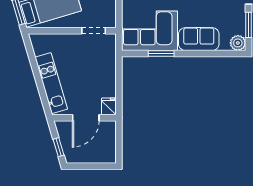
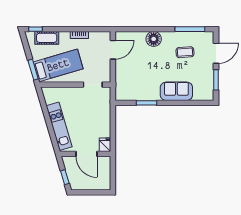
corner sofa: (150, 31) -> (137, 85), removed
plant: (238, 43) -> (207, 94), removed
door: (86, 118) -> (87, 154), hinge flipped

